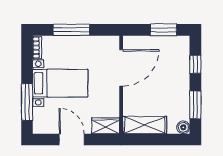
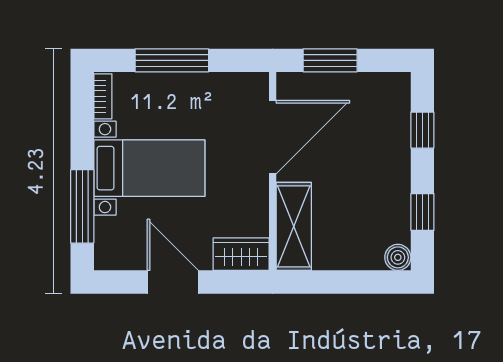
window: (163, 30) -> (330, 60), moved
window: (195, 105) -> (422, 212), width x0.67
shelving: (145, 125) -> (294, 226), moved, turned 90

